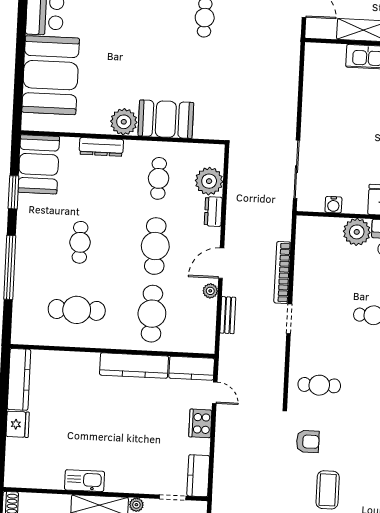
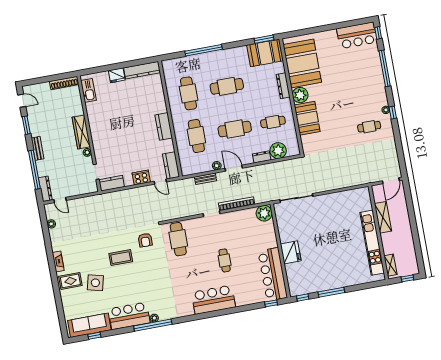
booth: (51, 75) -> (302, 63), moved, turned 90
window: (13, 192) -> (264, 39), moved
water cooler: (333, 205) -> (281, 223), removed
plant: (357, 232) -> (264, 213), moved
cafe table: (80, 242) -> (227, 86), width x1.37, depth x1.35
cafe table: (152, 314) -> (196, 136), turned 90
kitchen counter: (134, 366) -> (164, 126), width x0.67
cafe table: (319, 385) -> (178, 239), width x1.37, depth x1.35
door: (215, 393) -> (160, 182), hinge flipped
kitchen sink: (85, 481) -> (88, 90), moved

